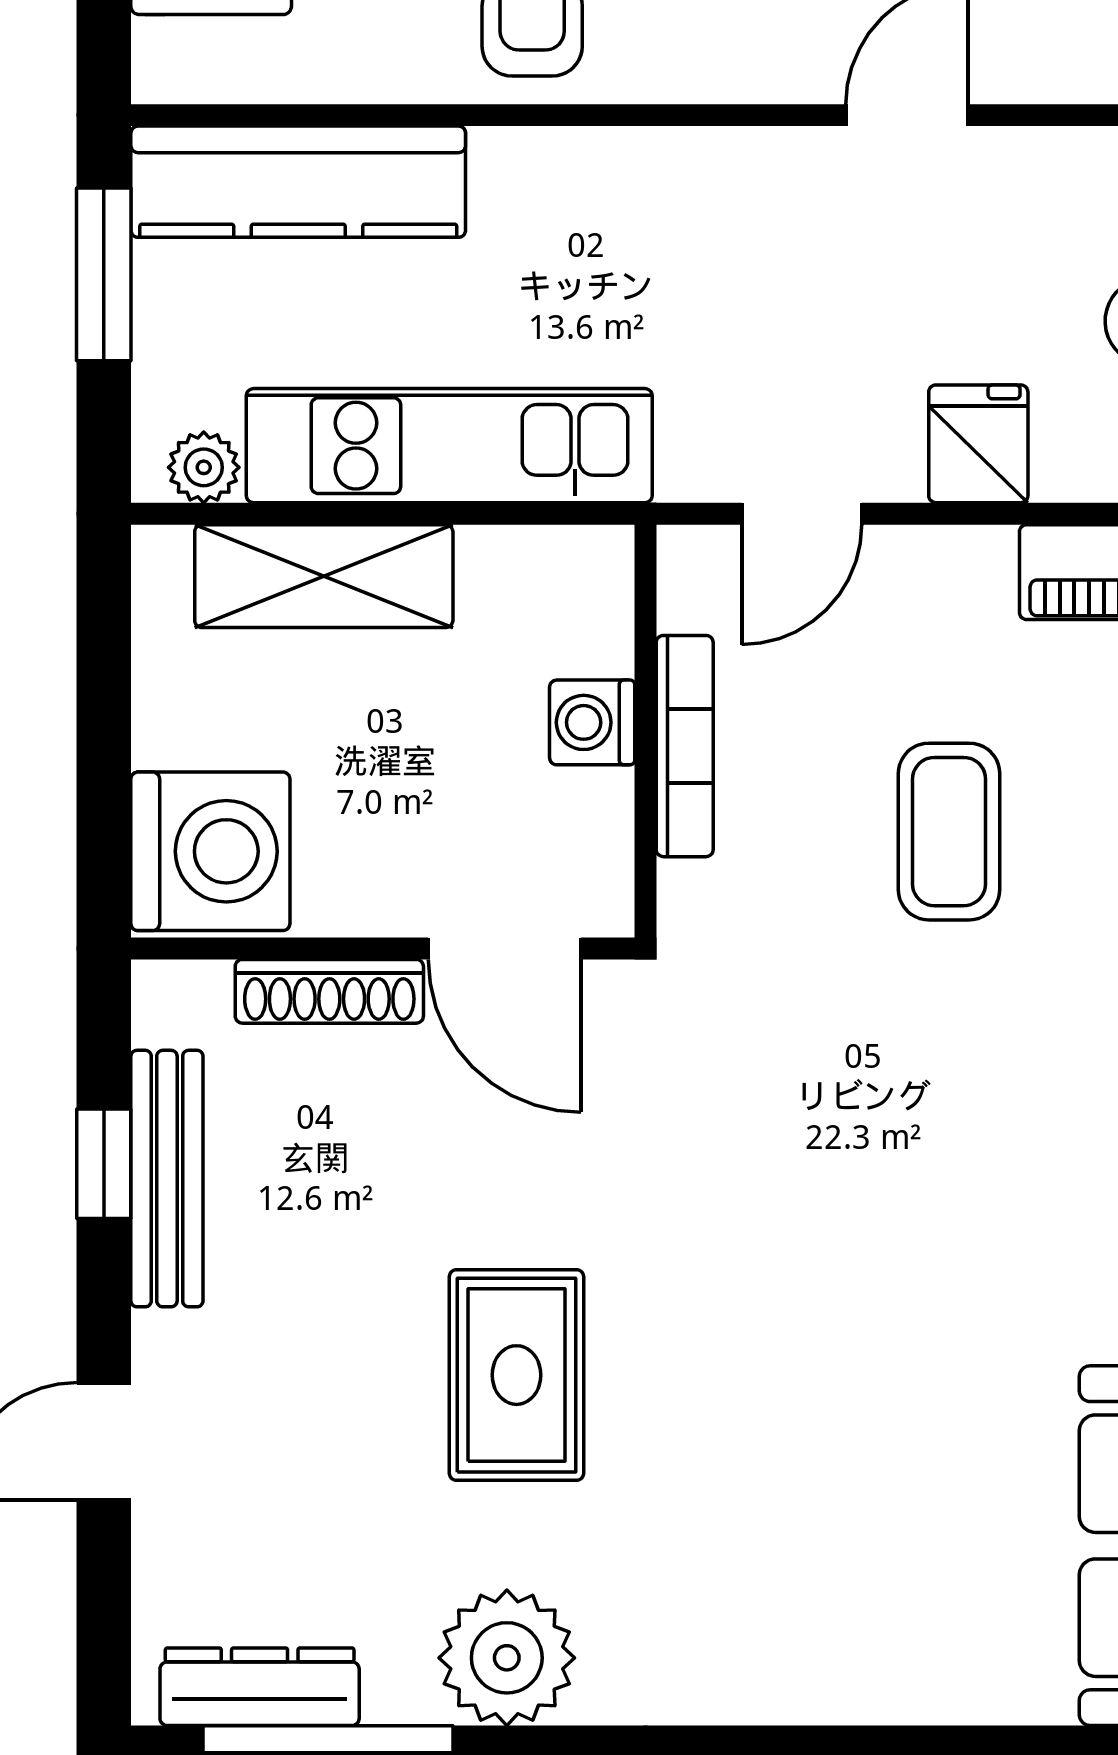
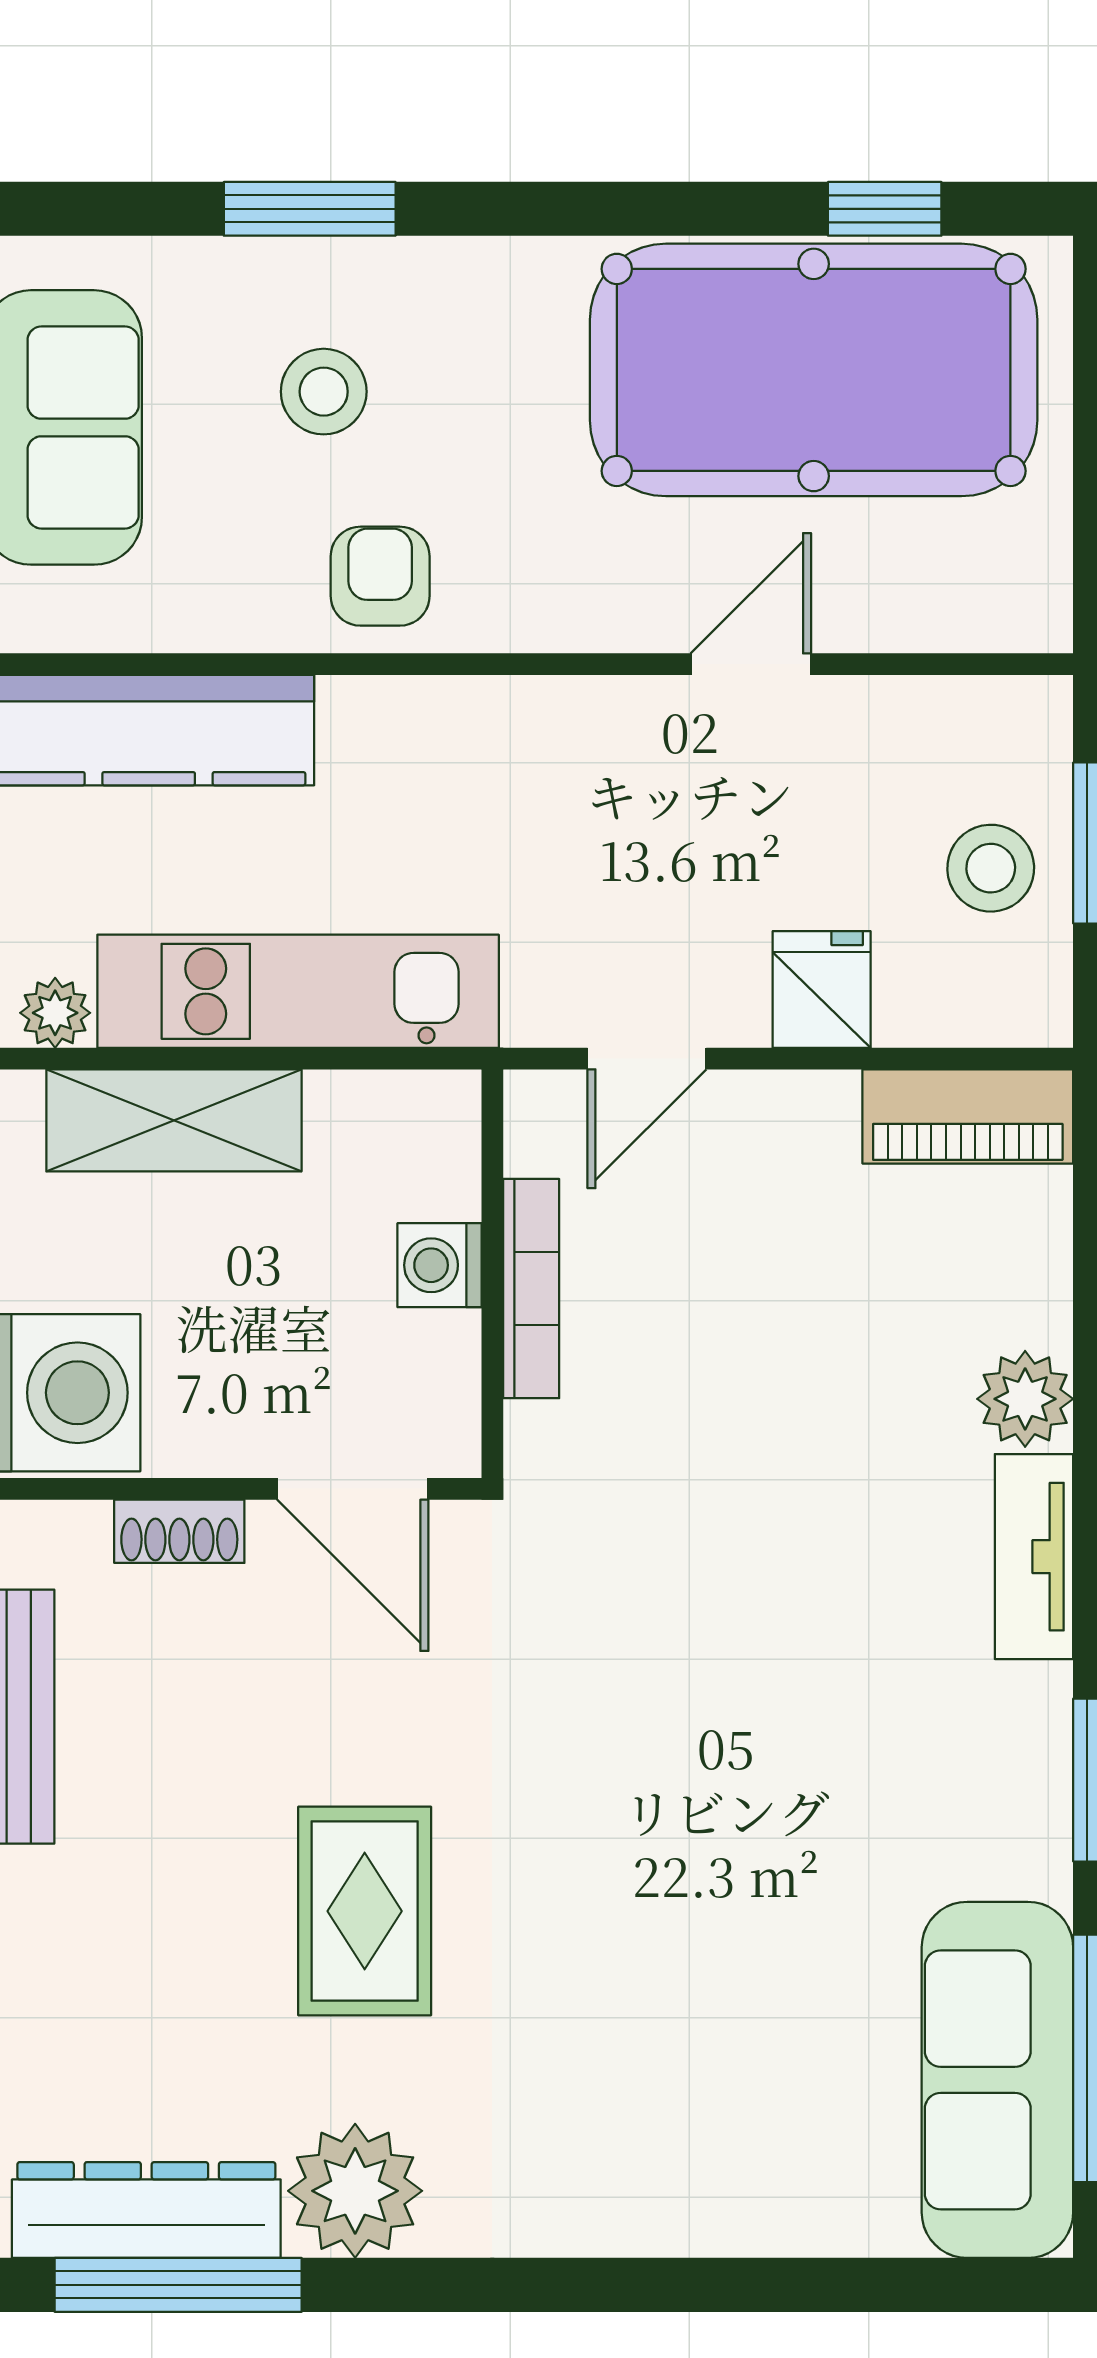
coffee table: (949, 832) -> (793, 1373), removed
shoe rack: (329, 991) -> (179, 1531), width x0.70
dresser: (260, 1687) -> (146, 2210), width x1.37, depth x1.24

